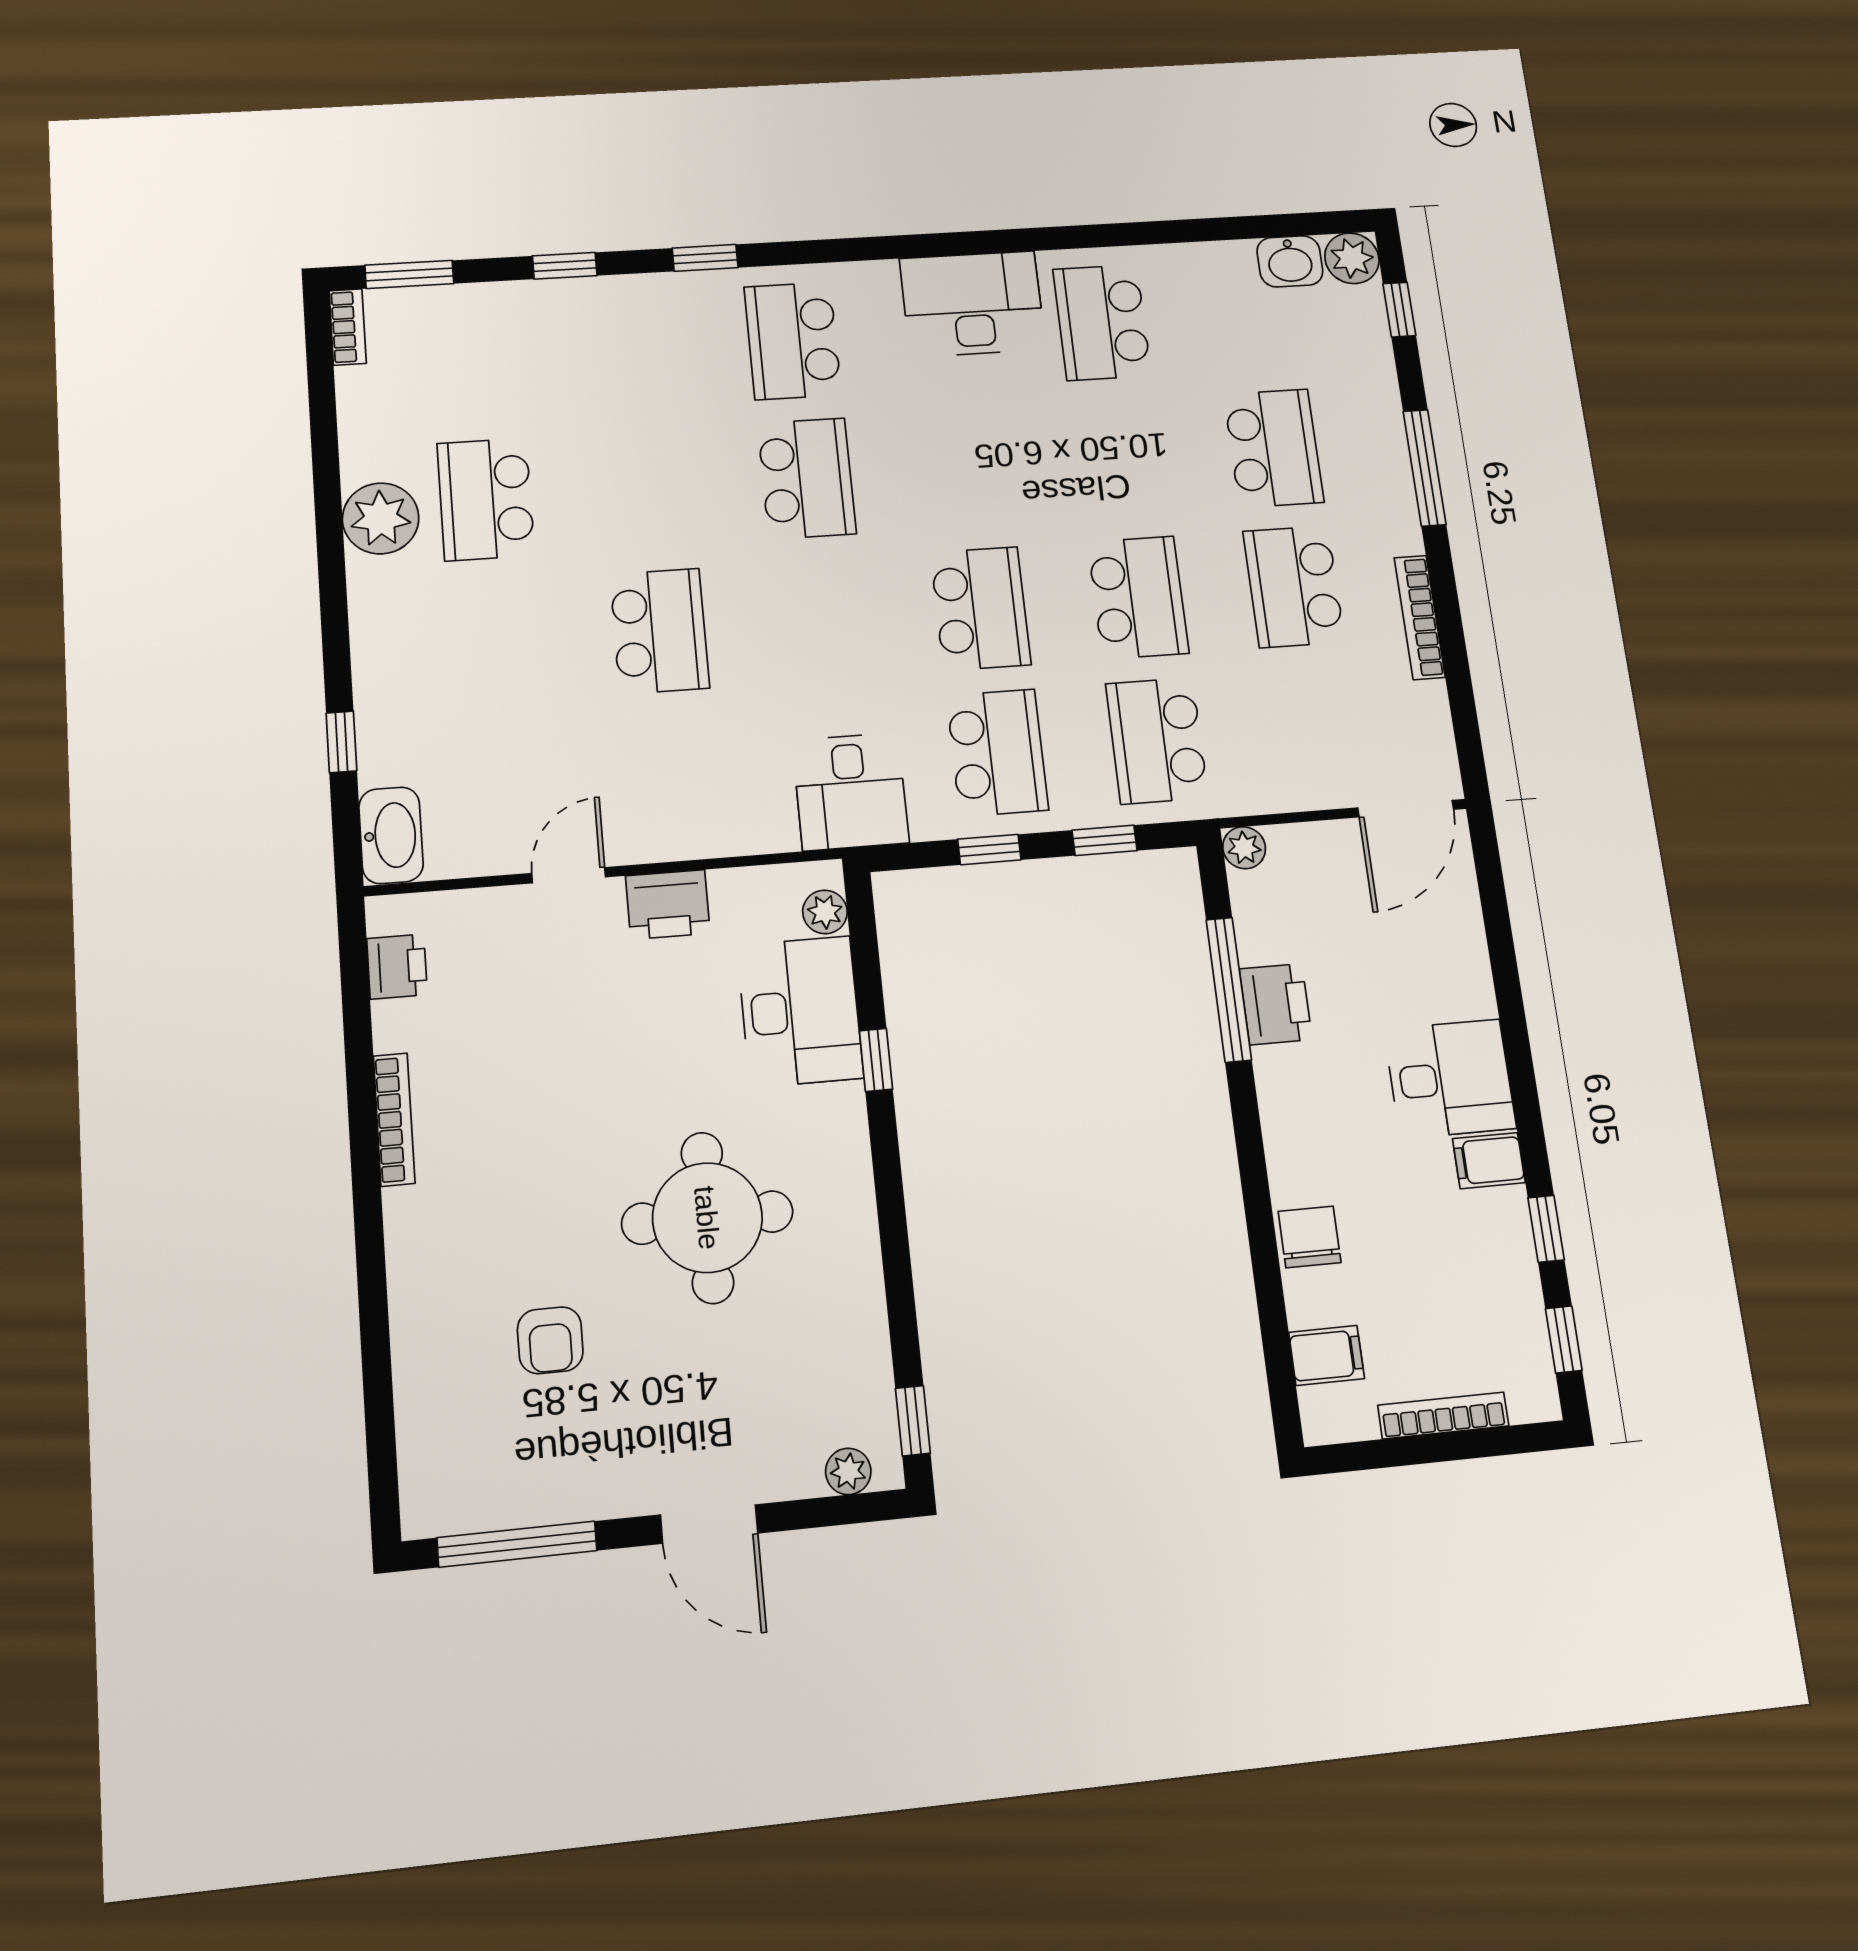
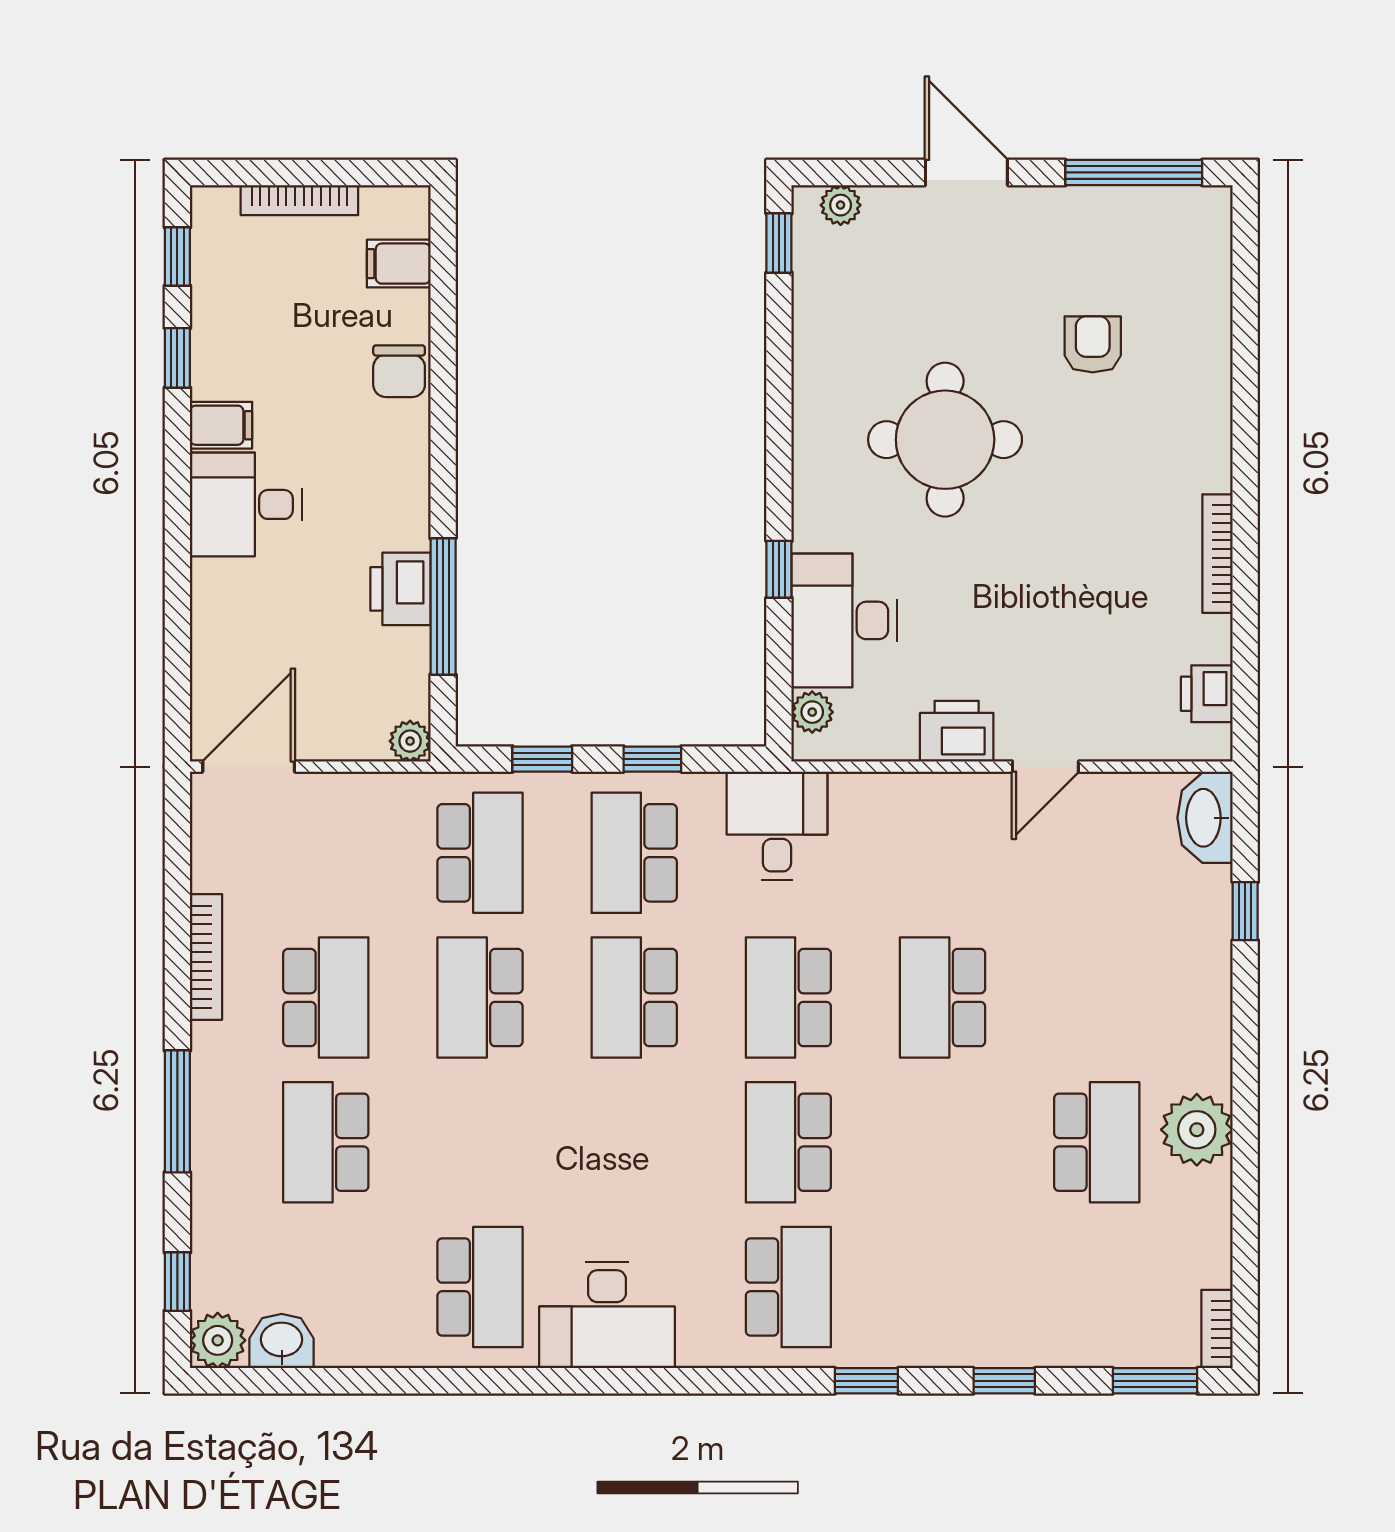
school desk: (821, 620) -> (788, 998), added

